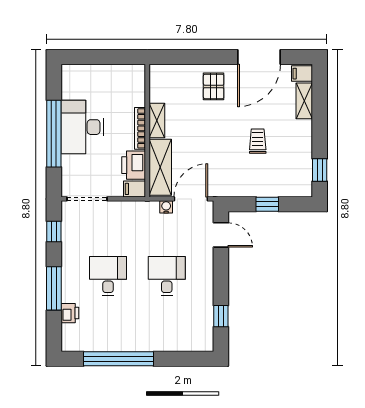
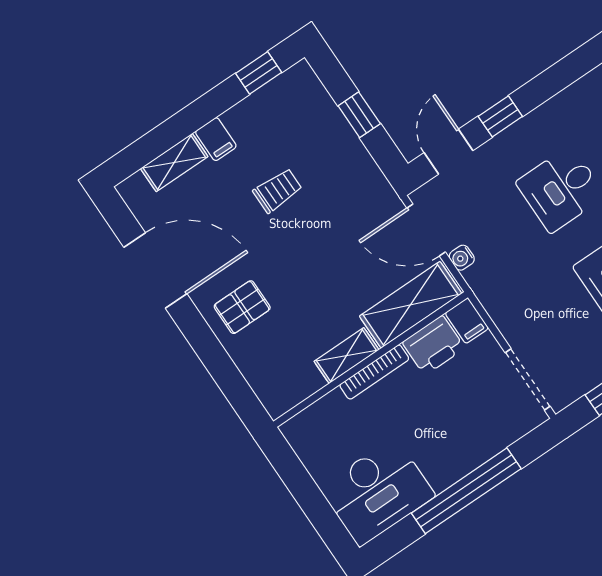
filing cabinet: (302, 74) -> (216, 139), moved
desk: (82, 127) -> (377, 492), moved
trolley: (258, 141) -> (278, 190), turned 180
window: (221, 316) -> (500, 116), moved

